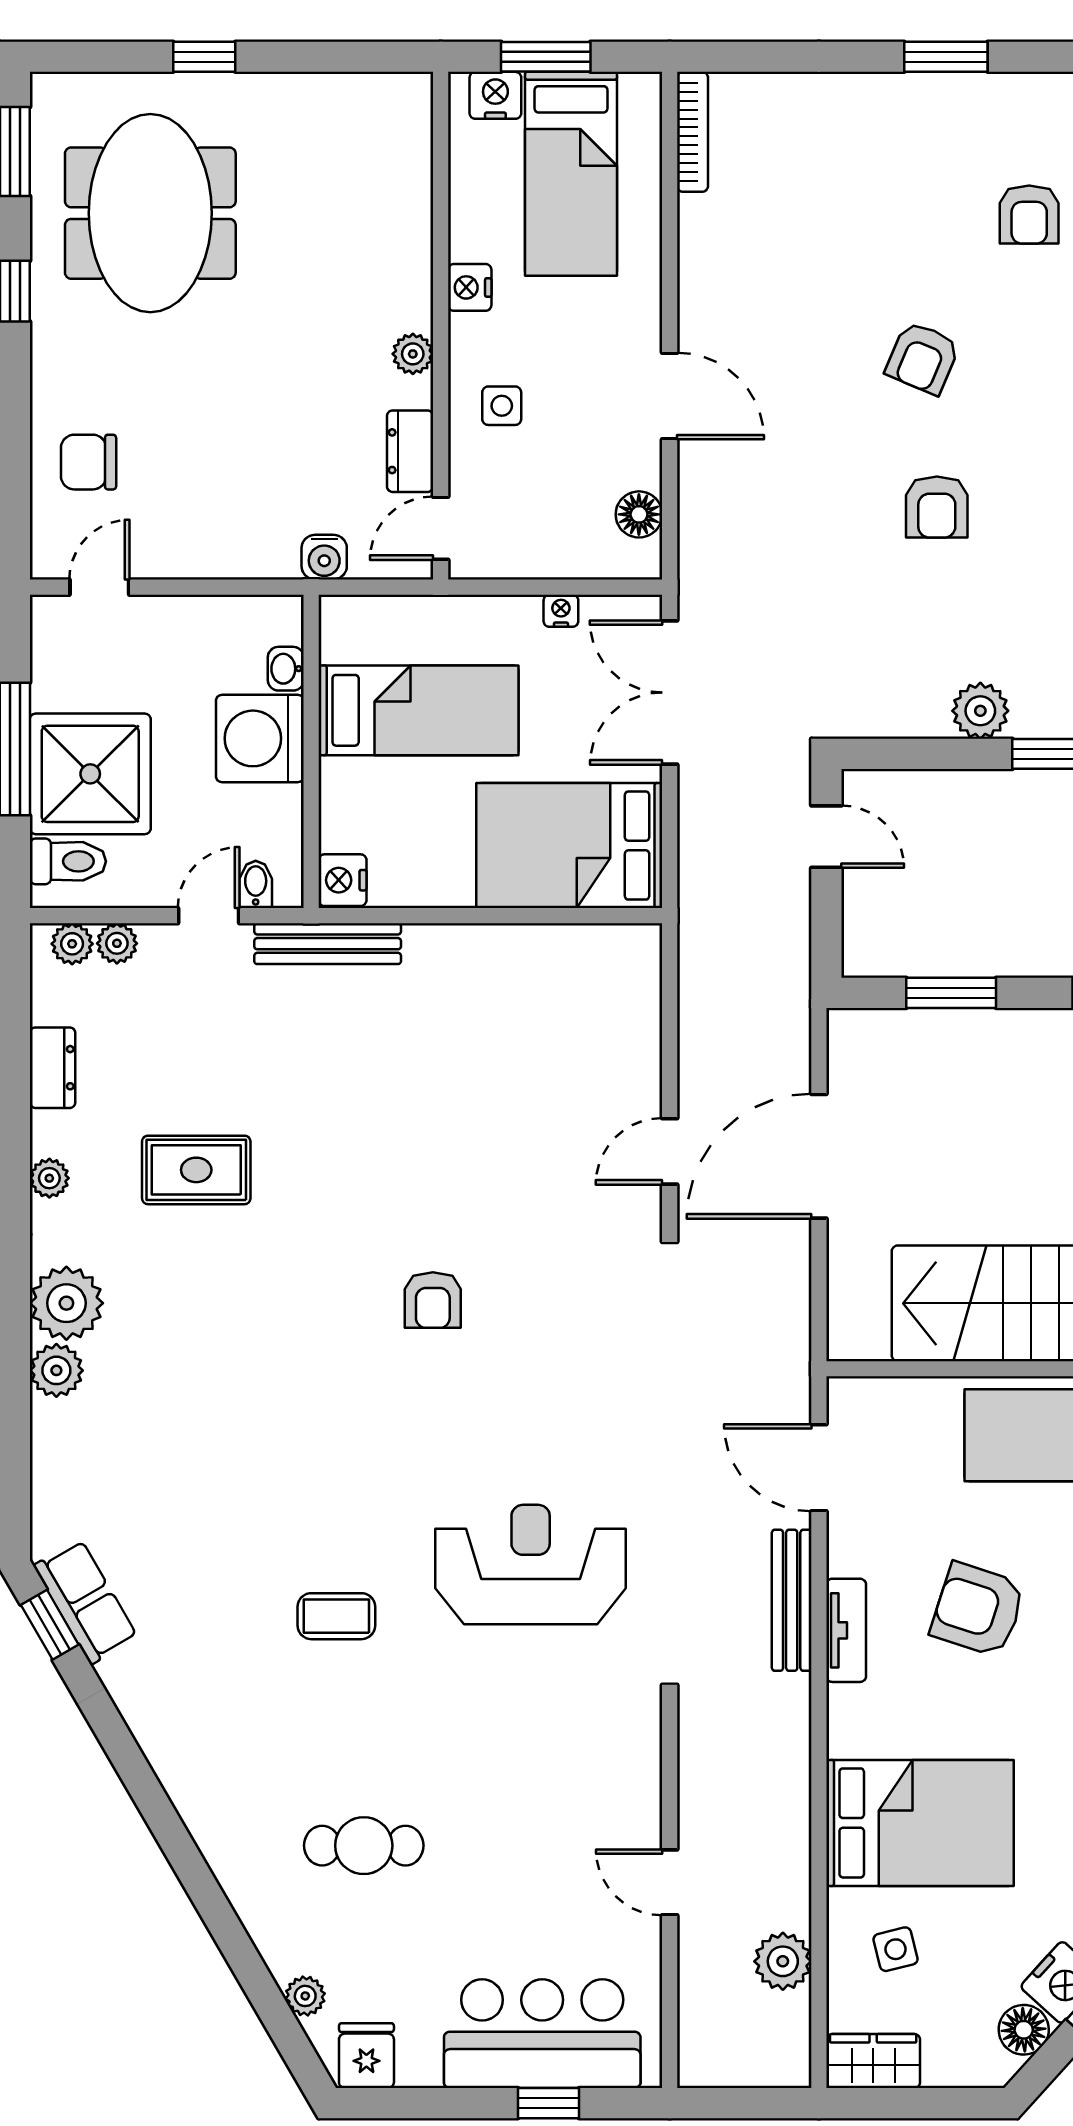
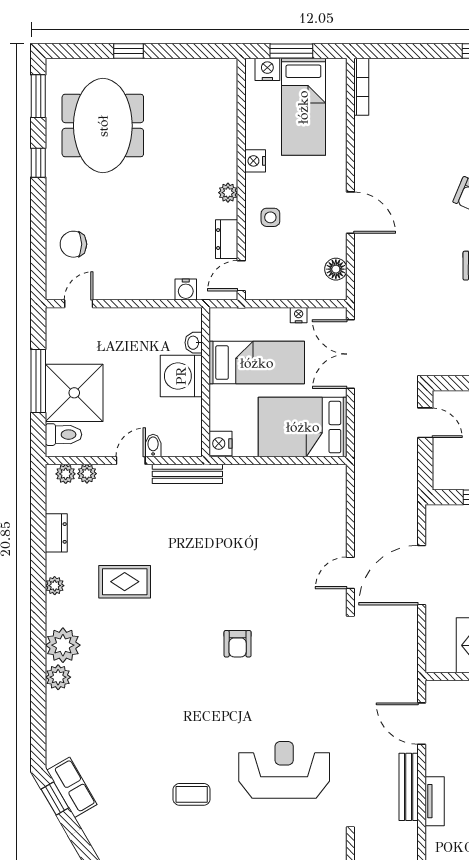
washbasin: (286, 669) -> (194, 343), moved
bed: (419, 710) -> (257, 363), moved
washing machine: (260, 738) -> (181, 376), moved
wall: (311, 751) -> (206, 382), moved
nightstand: (342, 880) -> (221, 444), moved

